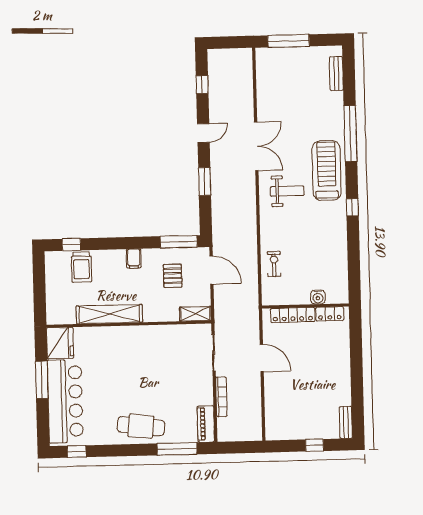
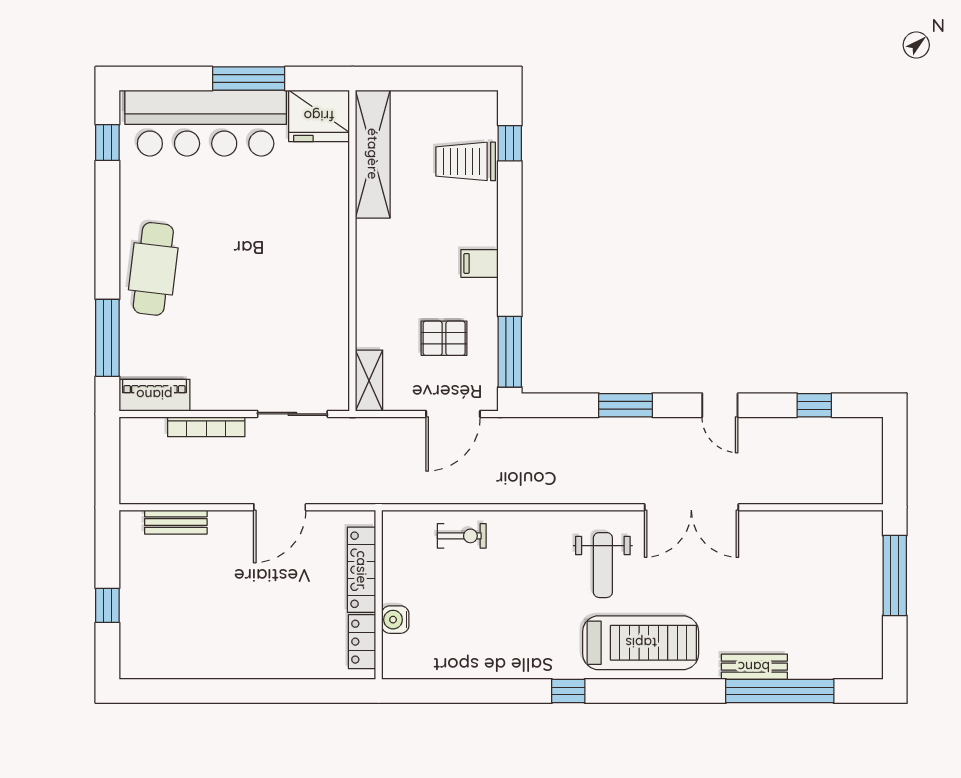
bench: (336, 74) -> (754, 667), moved
window: (350, 134) -> (780, 691), moved
shelving: (109, 314) -> (373, 154), moved
bench: (346, 422) -> (176, 522), moved

